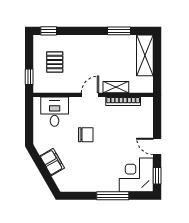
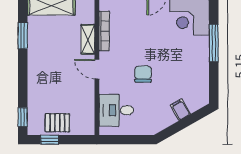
pallet: (55, 62) -> (57, 123), moved
window: (29, 77) -> (50, 140), moved
filing cabinet: (52, 162) -> (180, 110), width x0.50

